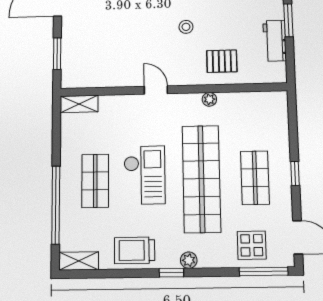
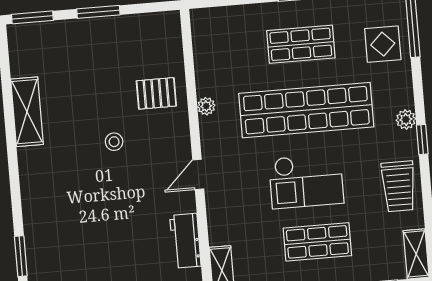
workbench: (275, 41) -> (185, 241), moved, turned 90
pallet: (222, 61) -> (156, 93), turned 90
checkout: (144, 175) -> (306, 181), turned 180

